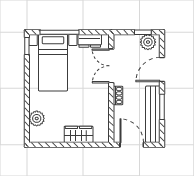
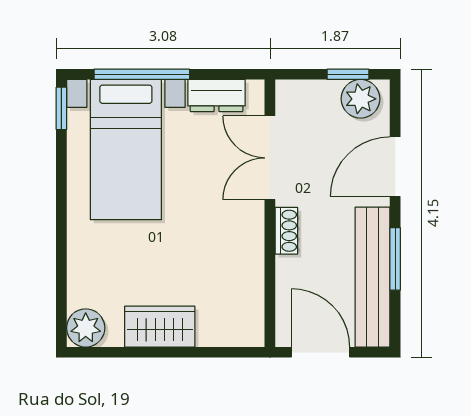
plant: (37, 118) -> (86, 328), moved
wardrobe: (79, 134) -> (160, 327), moved

